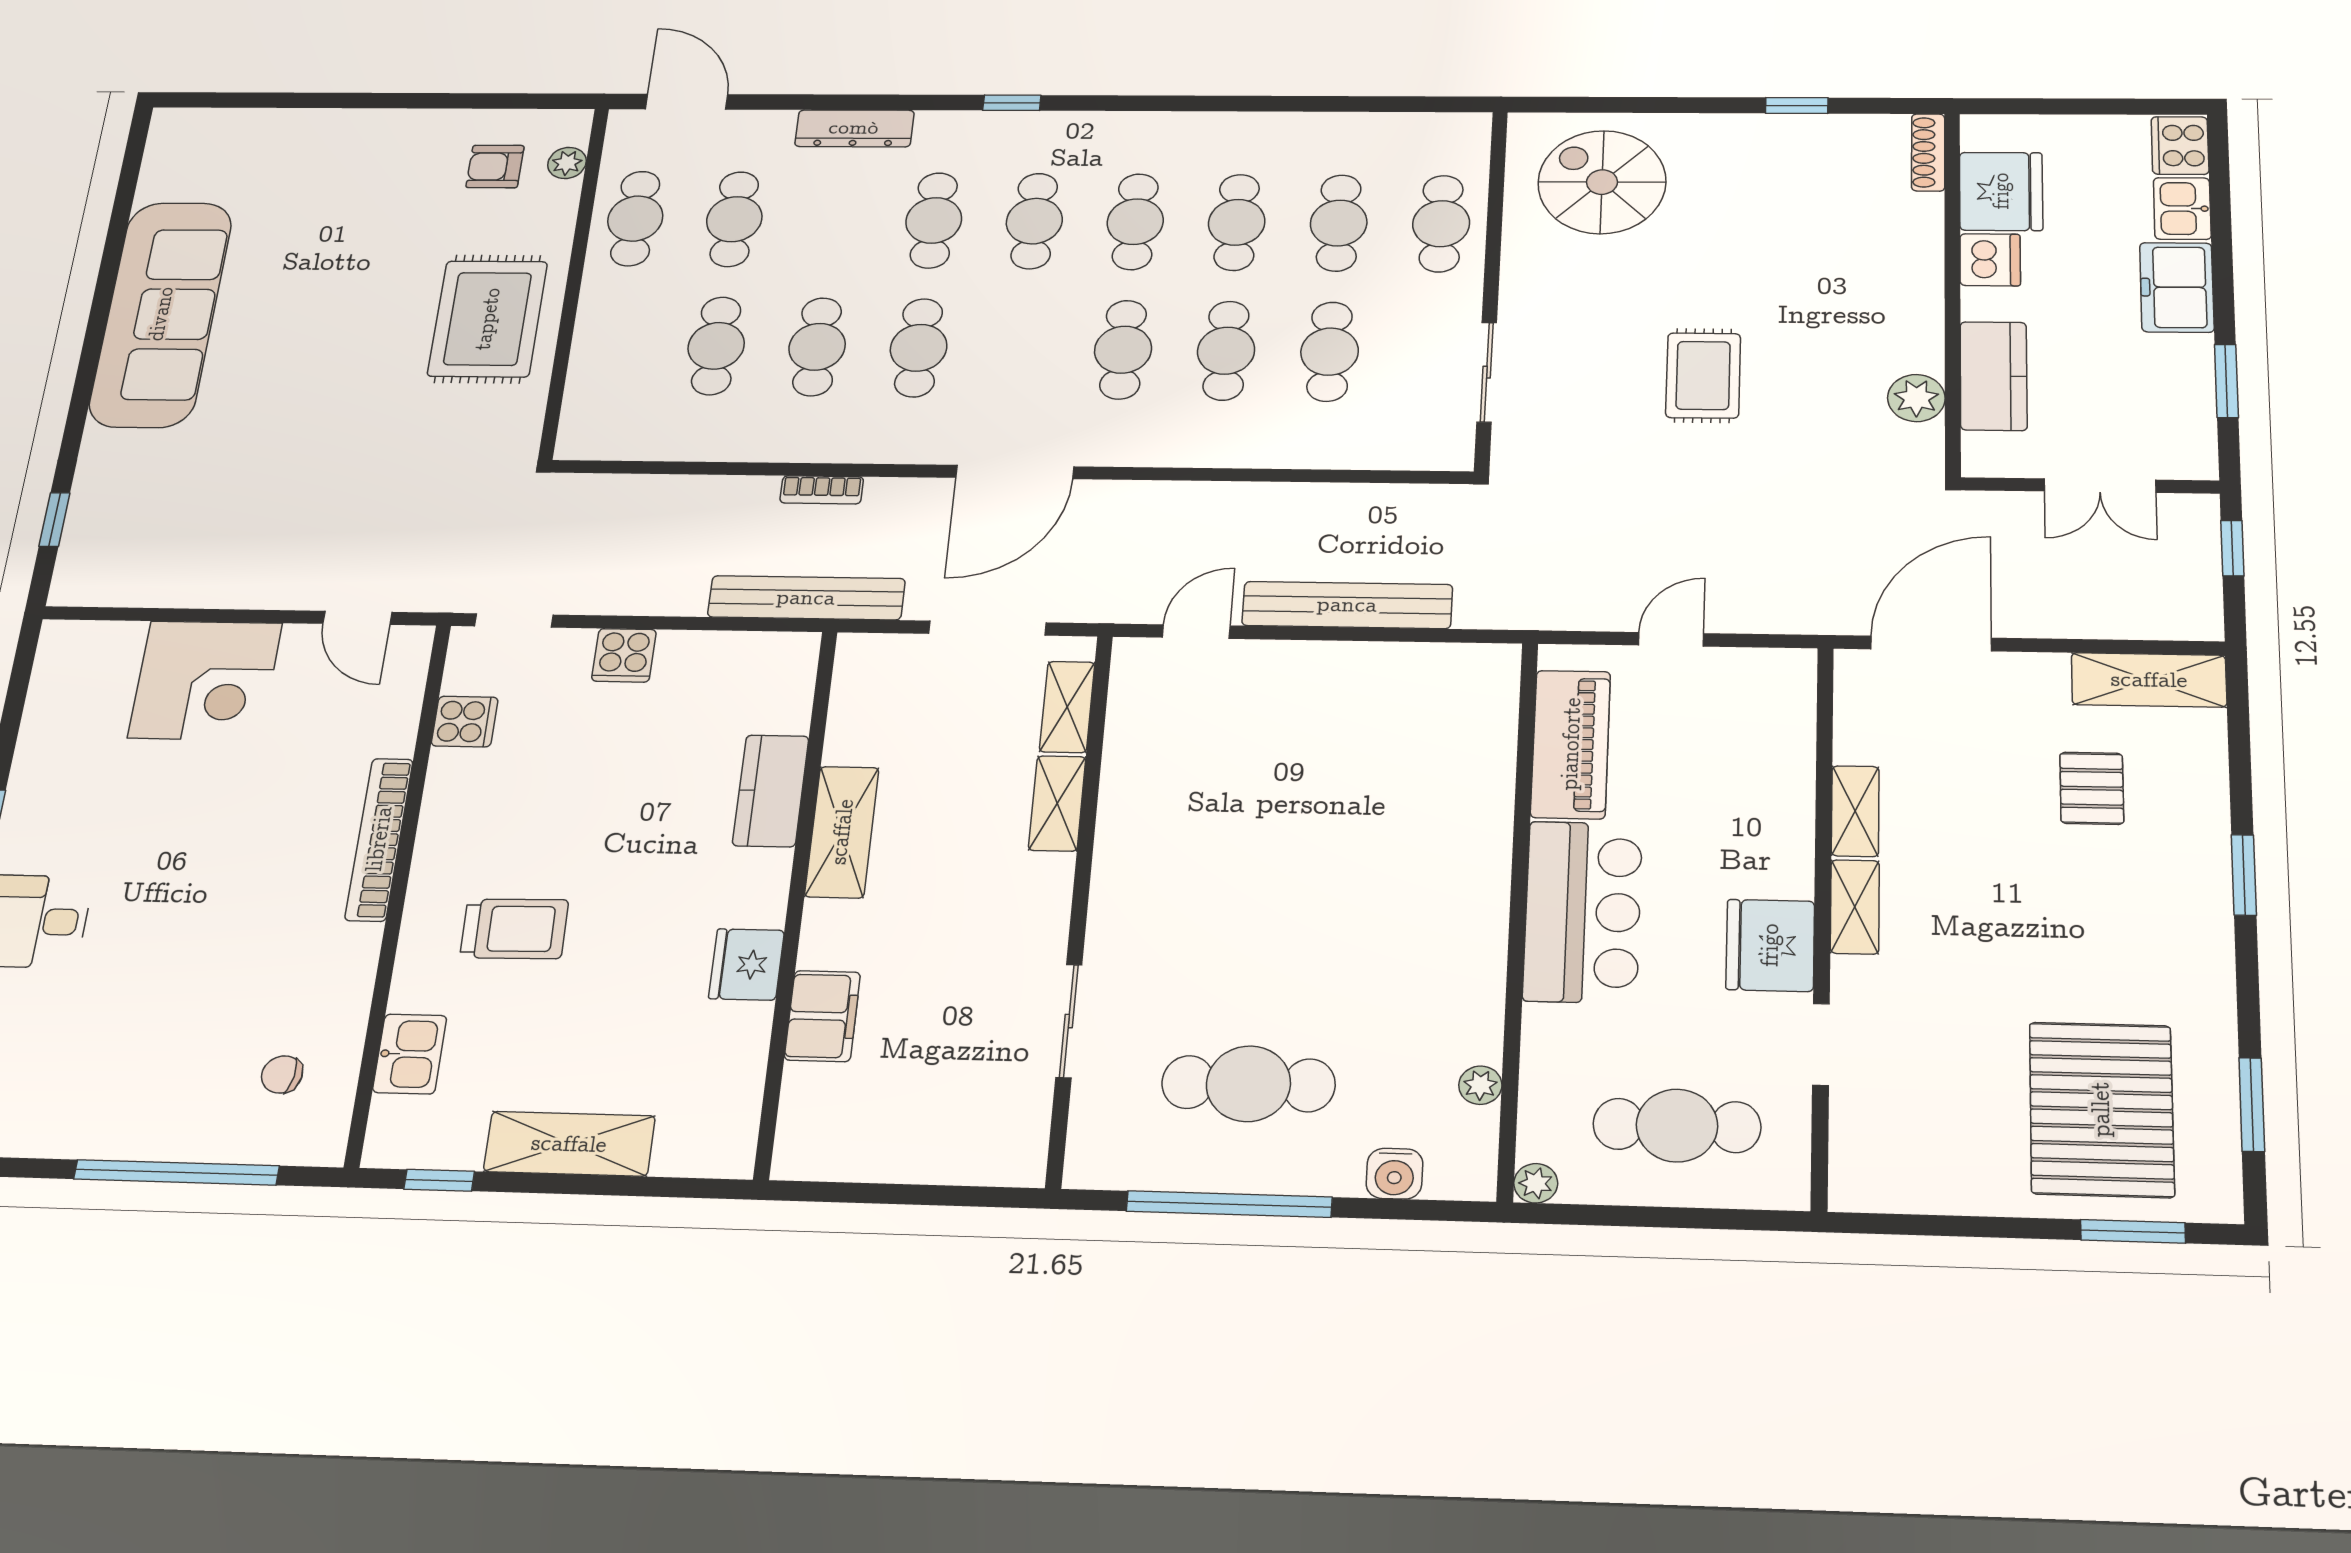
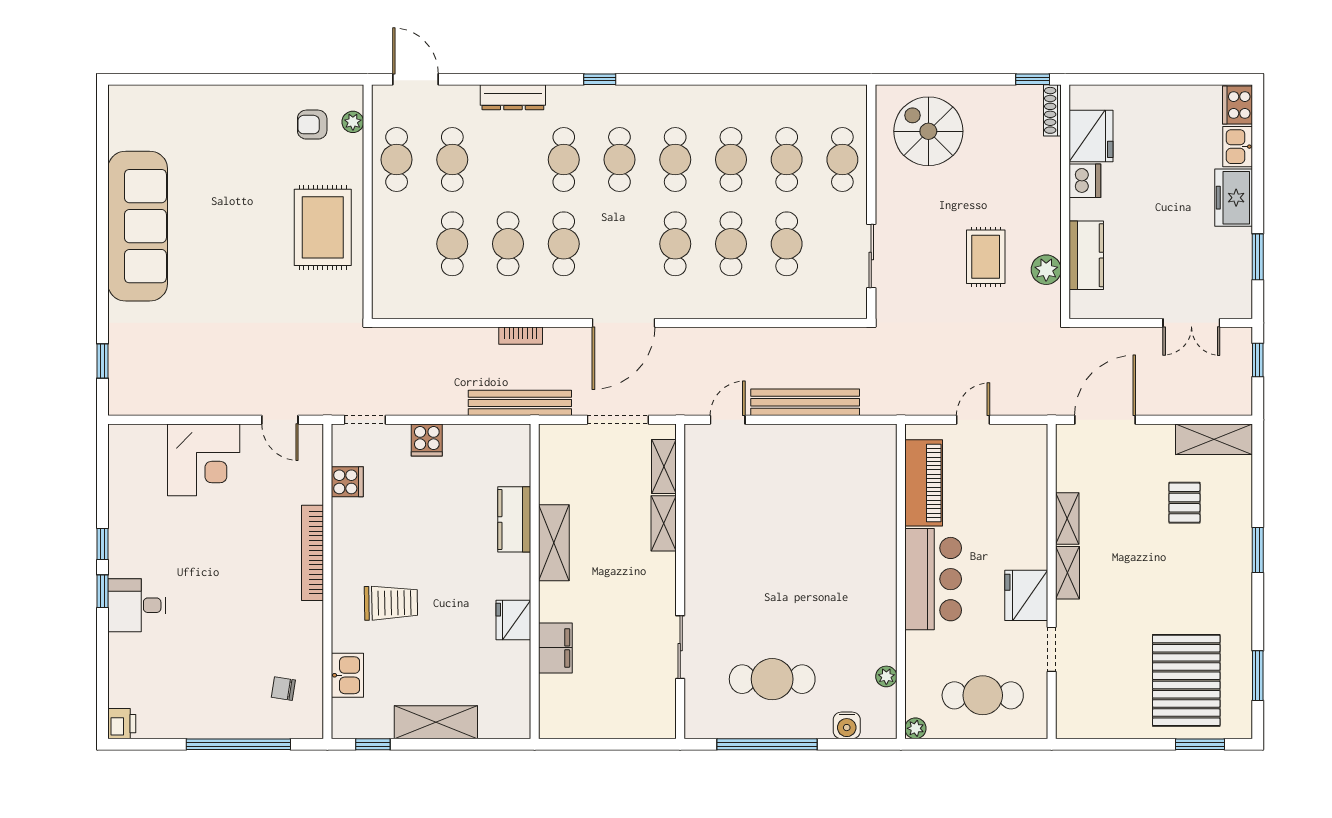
shoe rack: (1928, 152) -> (1052, 110), moved
fridge: (2001, 191) -> (1091, 136), moved
dishwasher: (1990, 260) -> (1085, 181), moved
wall: (1953, 292) -> (1065, 202), moved
kitchen counter: (1994, 376) -> (1086, 255), moved
plant: (1916, 398) -> (1046, 270), moved

